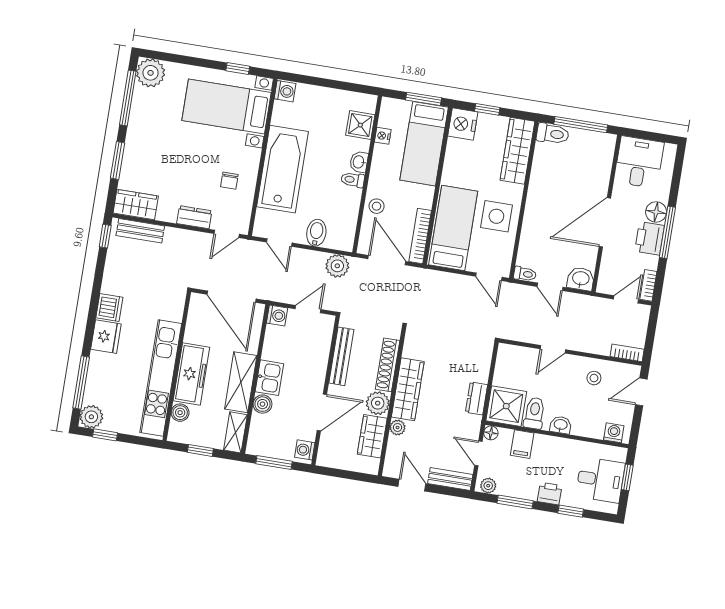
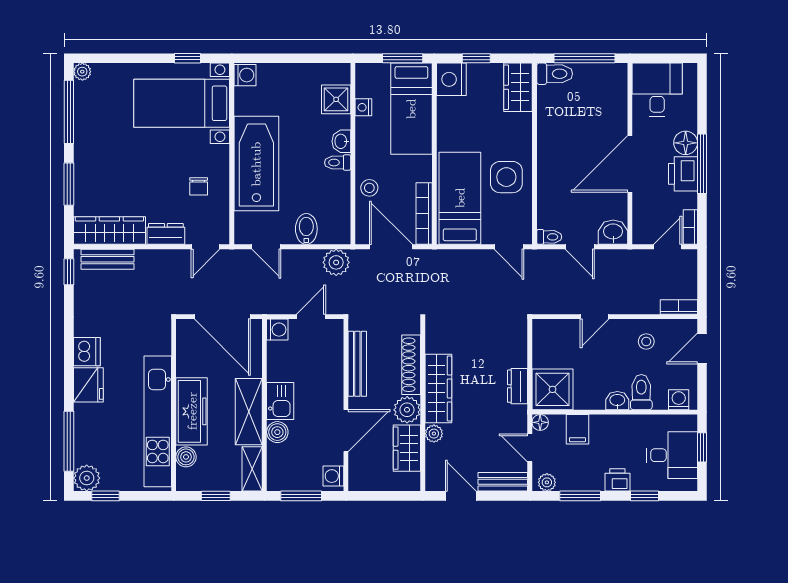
plant: (151, 73) -> (82, 72), width x0.53, depth x0.53
wardrobe: (517, 151) -> (518, 87), width x0.67
wardrobe: (136, 205) -> (109, 231), width x1.50
toilet: (534, 413) -> (641, 392), moved

